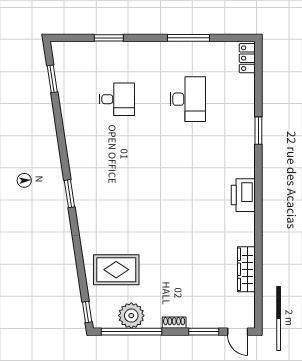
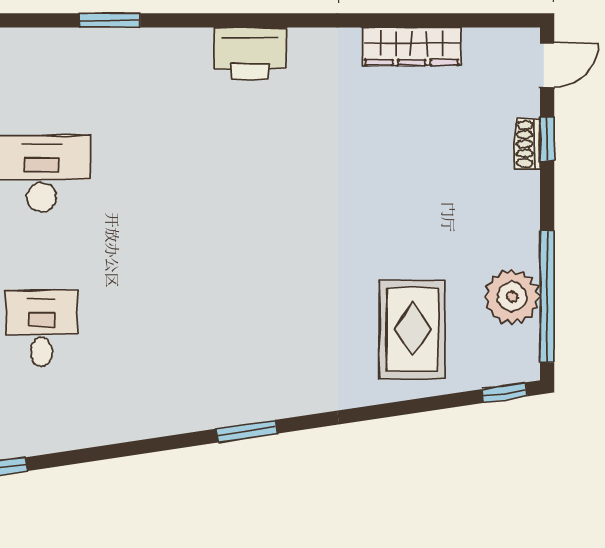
shoe rack: (174, 323) -> (528, 144), moved
window: (204, 332) -> (547, 139), width x0.67

